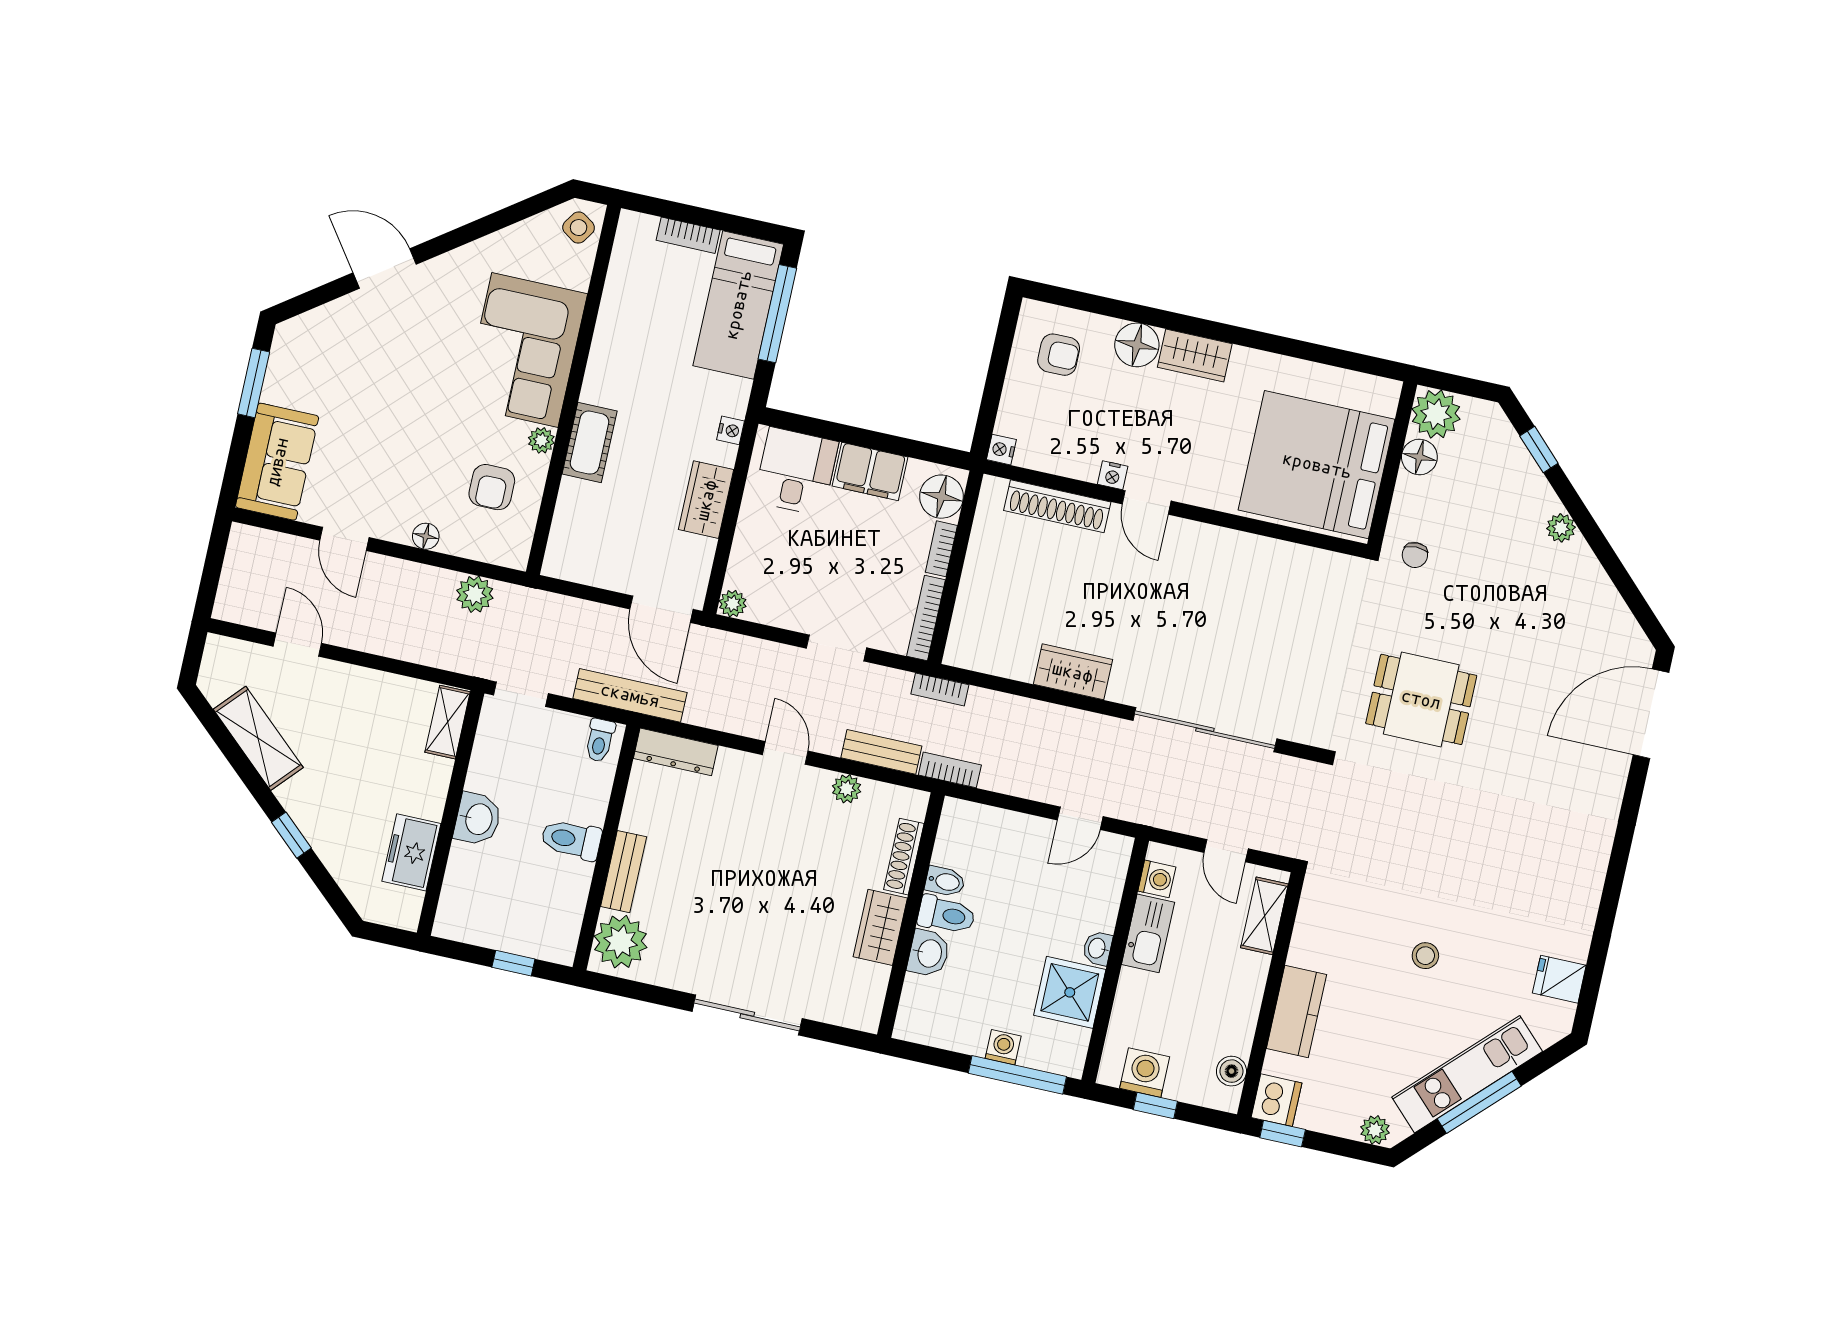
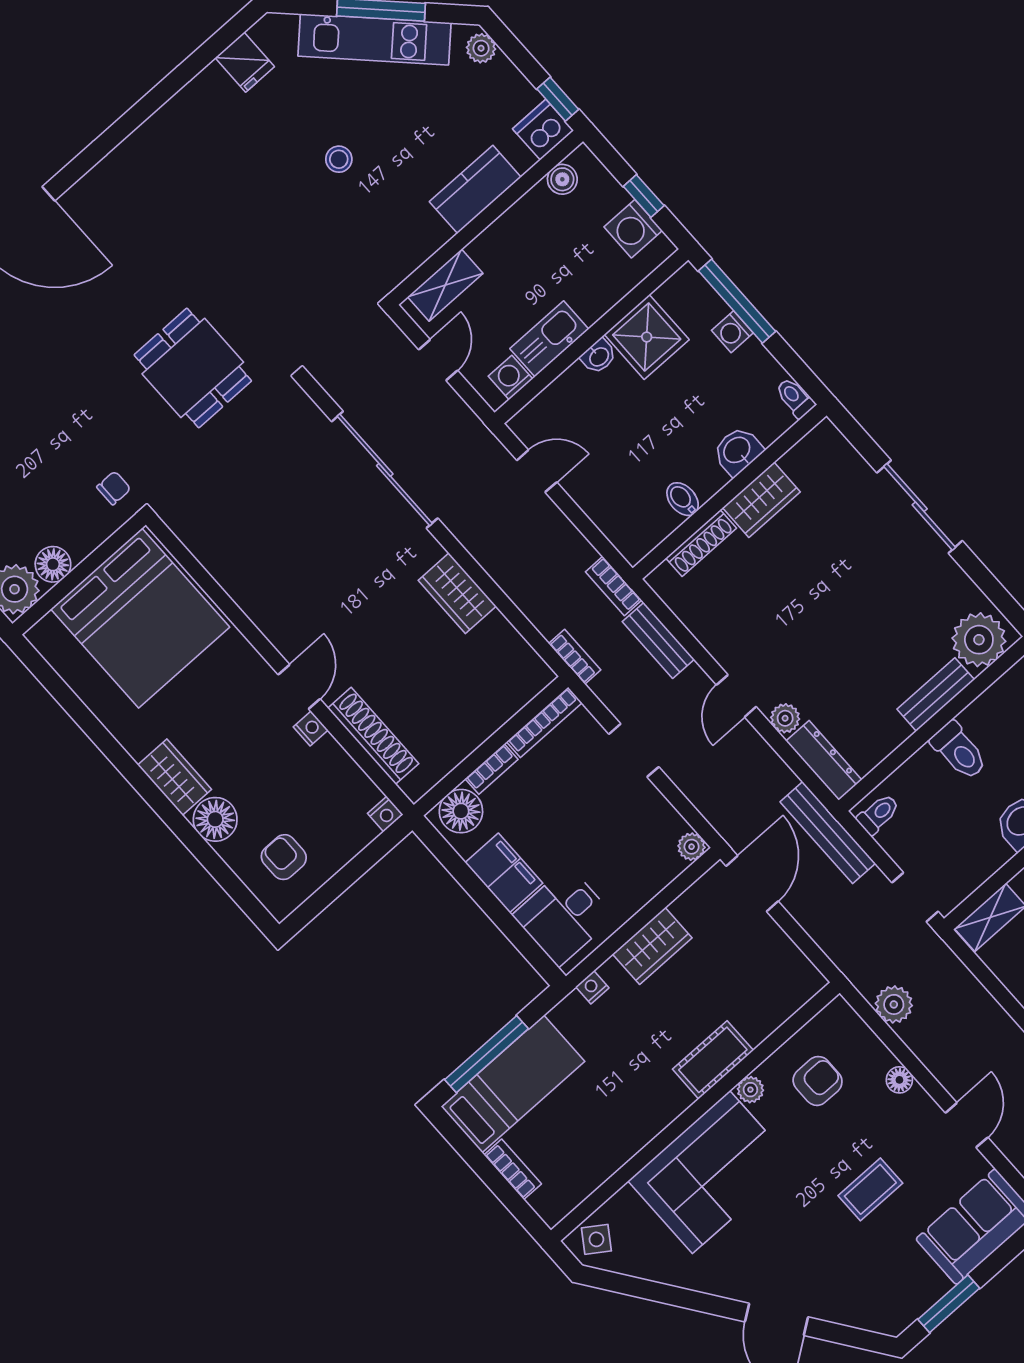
coffee table: (385, 430) -> (870, 1189), added
plant: (847, 789) -> (785, 718), moved
toilet: (946, 915) -> (795, 398), moved, width x0.73, depth x0.72

